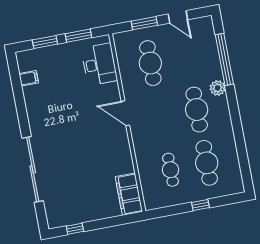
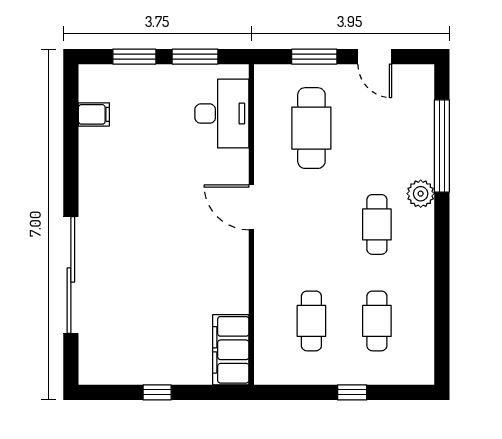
cafe table: (197, 110) -> (377, 224), width x0.73, depth x0.74
cafe table: (207, 163) -> (377, 321), width x0.73, depth x0.74
window: (75, 229) -> (157, 392), moved

